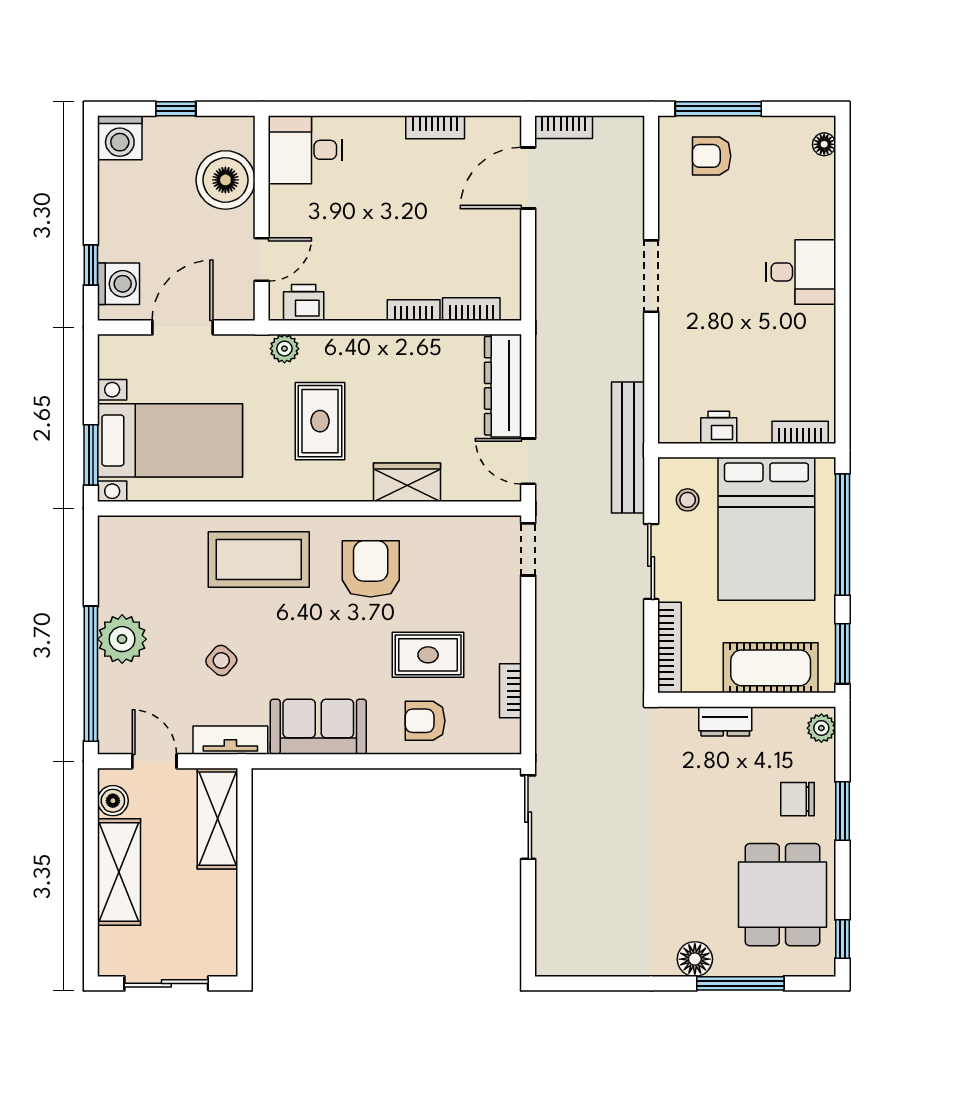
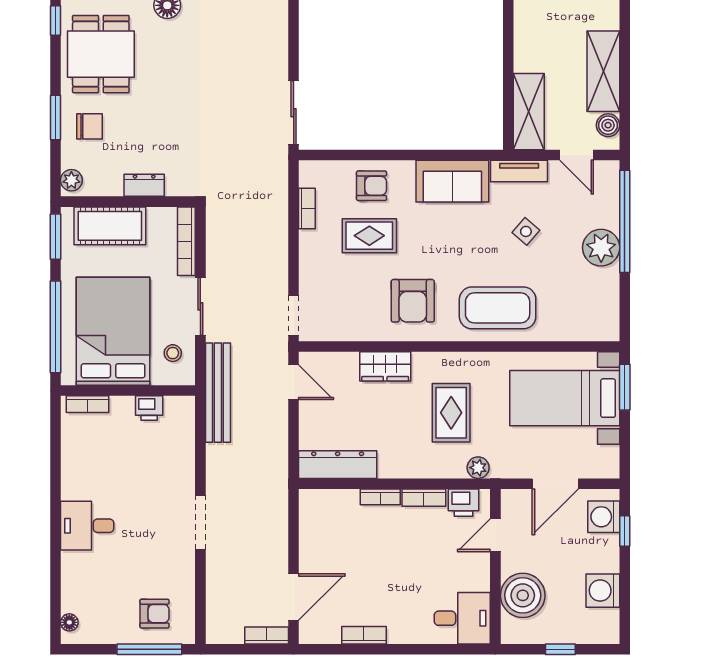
washing machine: (120, 138) -> (603, 591), moved, turned -90
bookcase: (471, 309) -> (424, 498), moved
dresser: (503, 386) -> (338, 465), moved, turned -90

